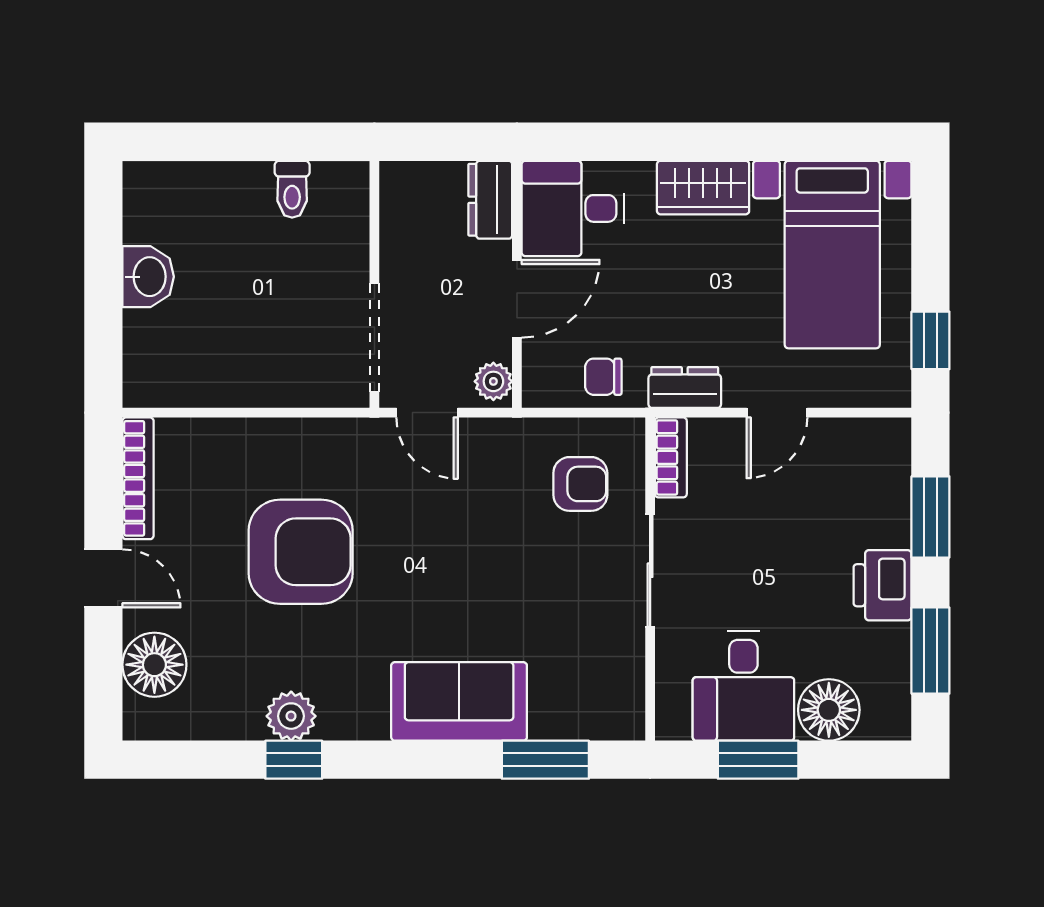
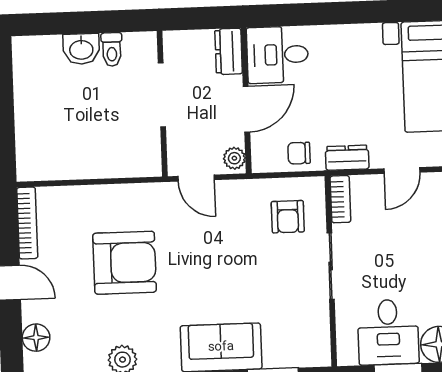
wardrobe: (703, 188) -> (354, 40), removed
washbasin: (148, 277) -> (81, 49), moved, turned 90
doorway: (374, 337) -> (162, 95), moved
armchair: (580, 484) -> (288, 217), turned 90
floor lamp: (154, 665) -> (36, 338), width x0.73, depth x0.73

